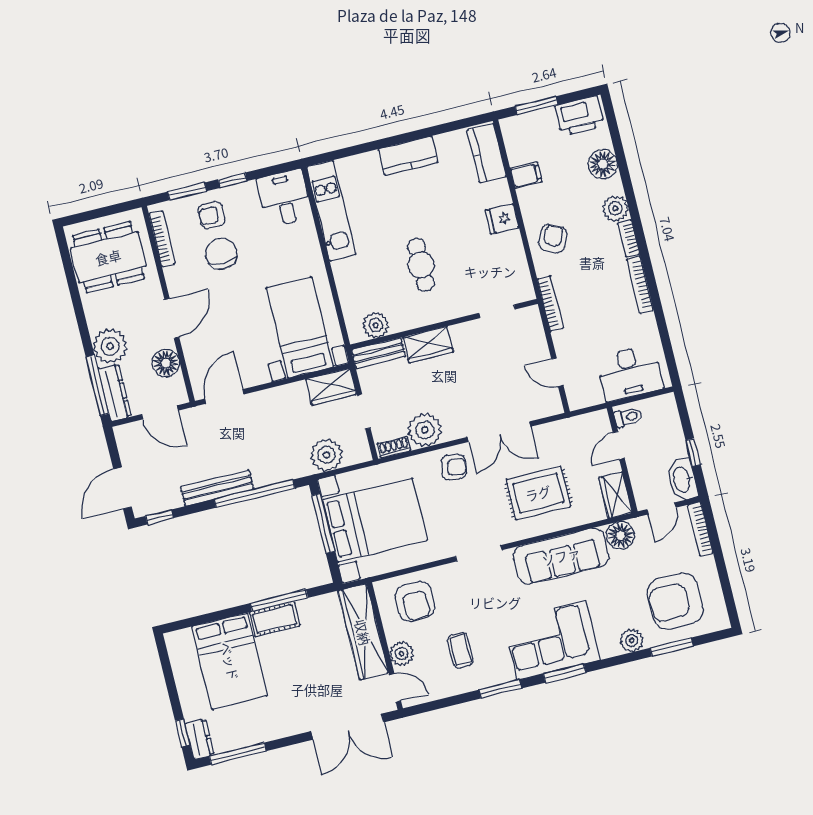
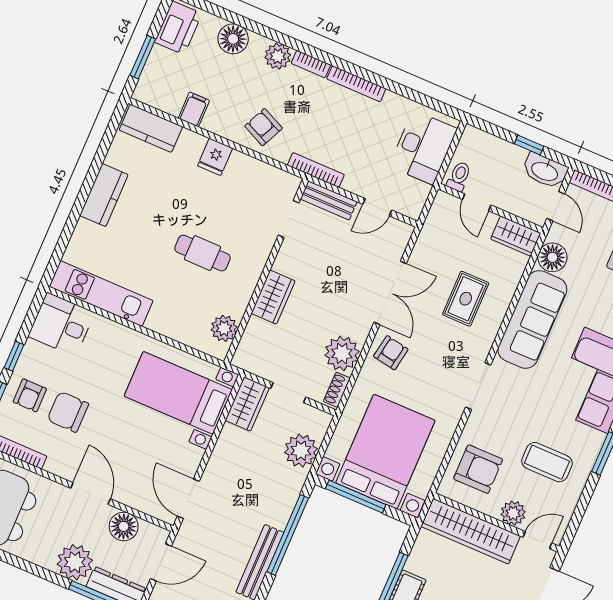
bench: (378, 353) -> (329, 200), moved, turned 90
rug: (538, 493) -> (466, 299), width x0.73, depth x0.70
coffee table: (460, 650) -> (547, 462), width x1.36, depth x1.30

